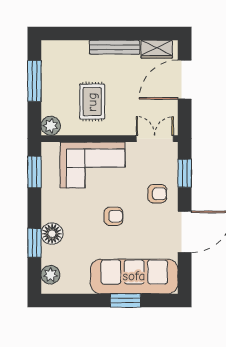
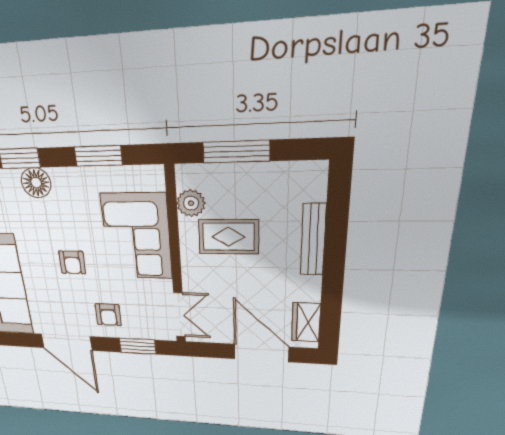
bench: (115, 47) -> (313, 240), moved
window: (34, 81) -> (236, 152), moved
plant: (51, 126) -> (191, 203), moved
window: (34, 172) -> (98, 156), moved

